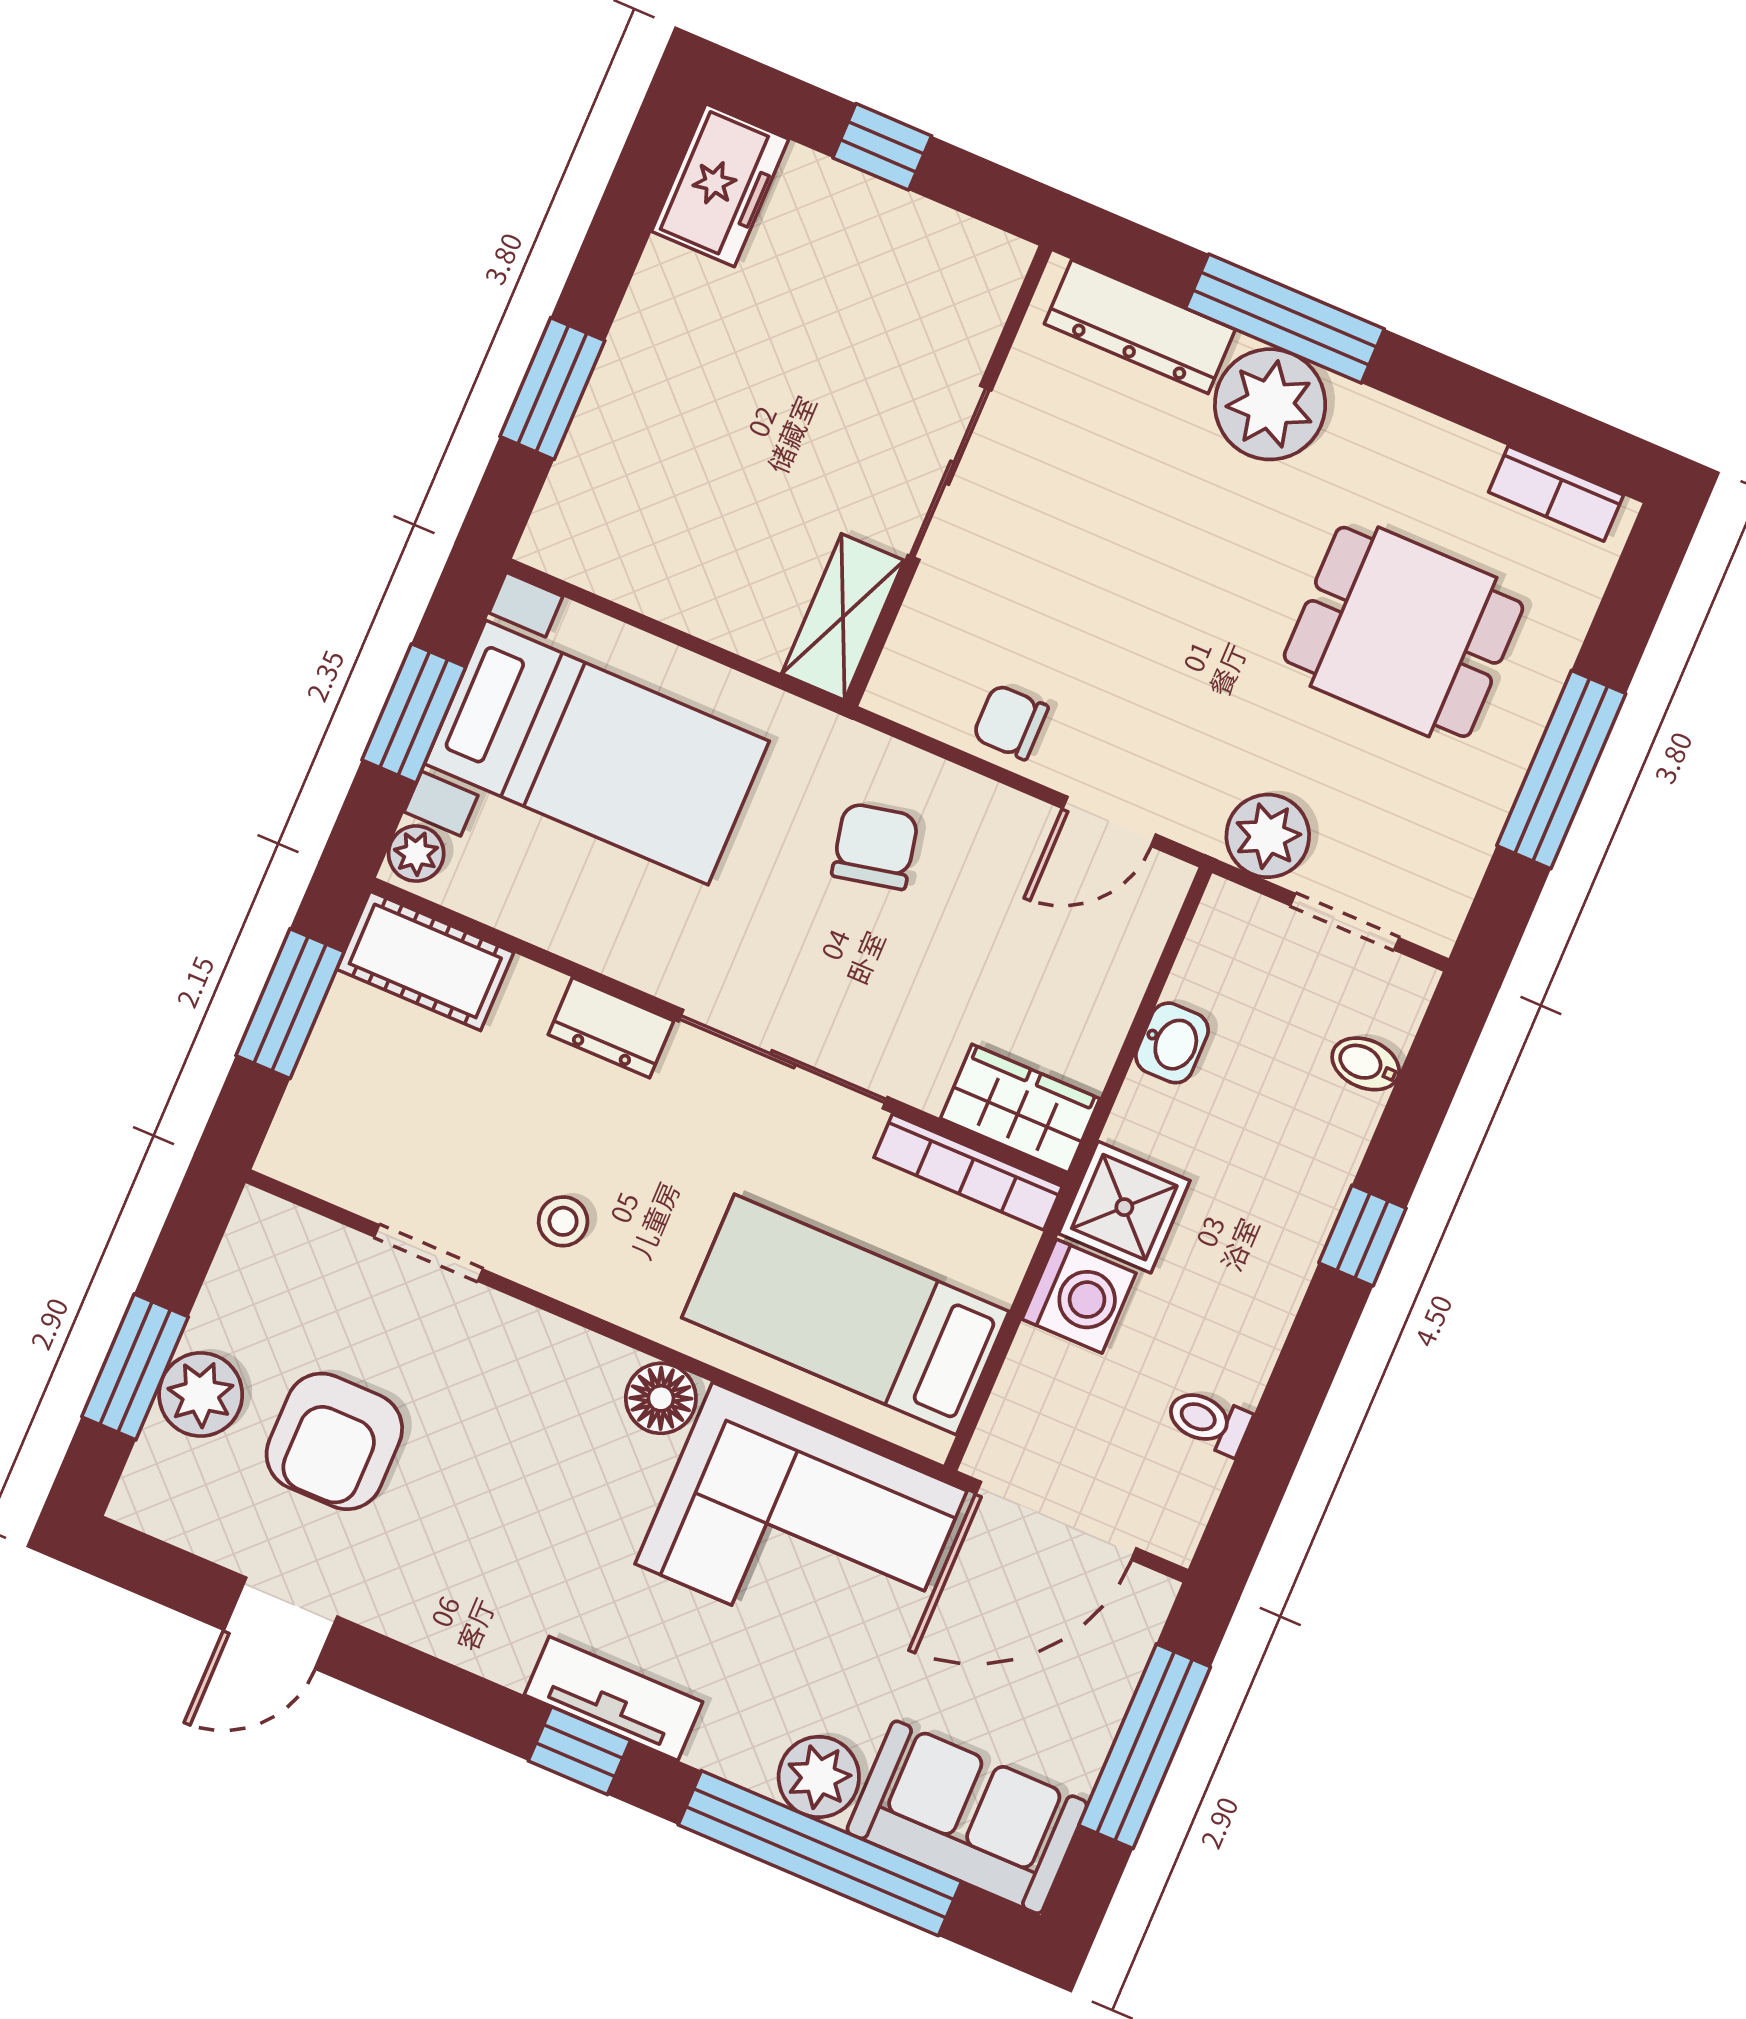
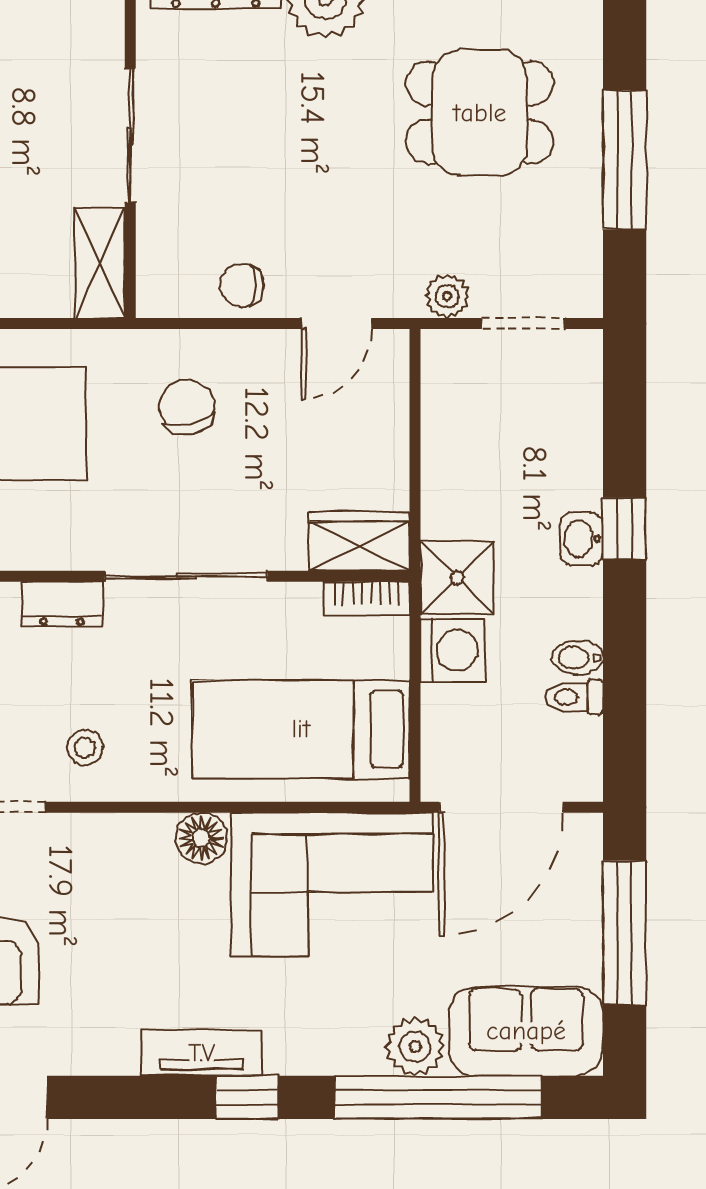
plant: (1268, 836) -> (447, 296), width x0.73, depth x0.73
washbasin: (1172, 1043) -> (582, 539), moved, turned 180
bidet: (1366, 1064) -> (578, 658), moved
bookcase: (968, 1172) -> (367, 599), width x0.64
tv unit: (613, 1698) -> (202, 1053), moved

